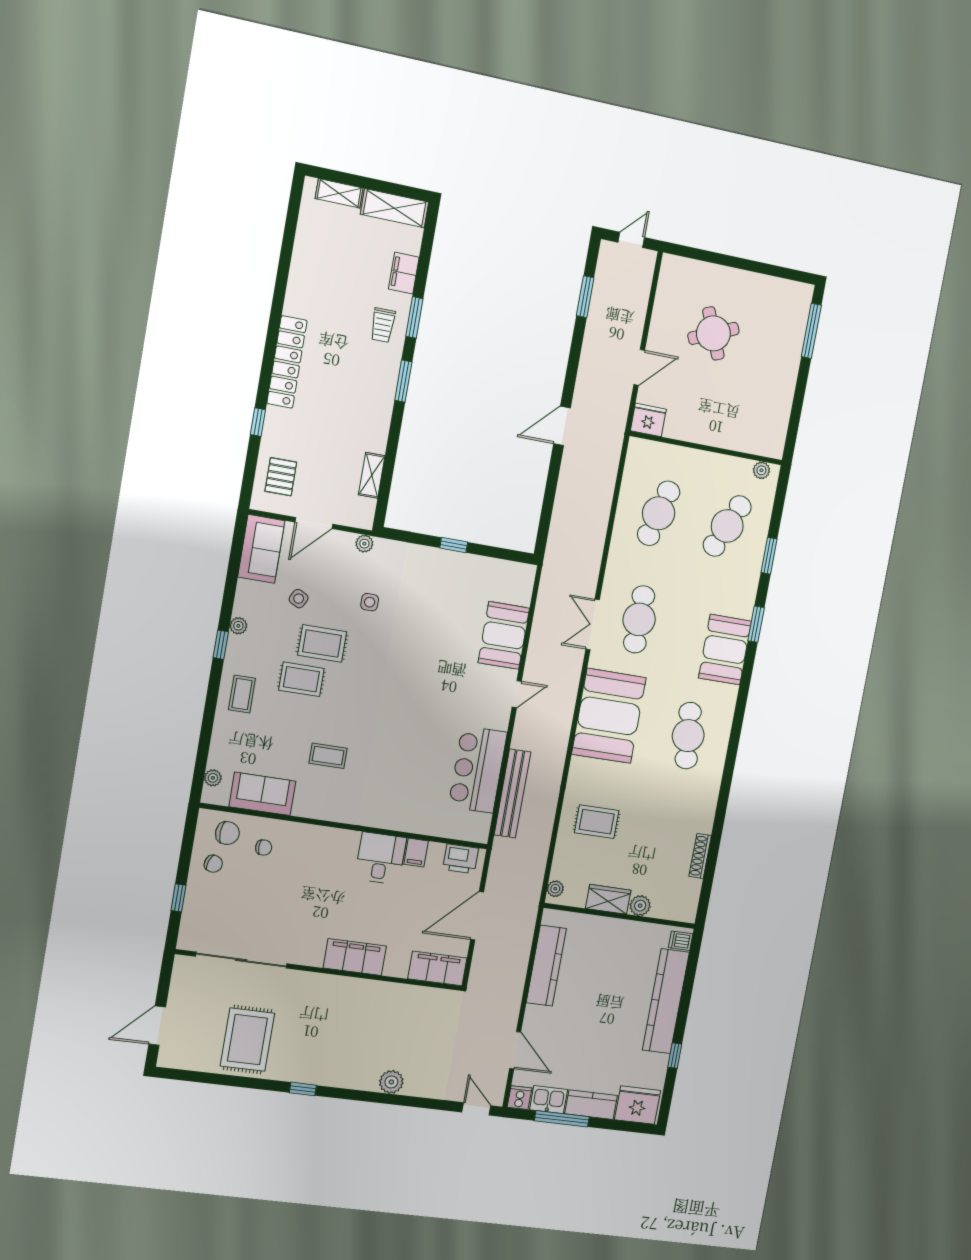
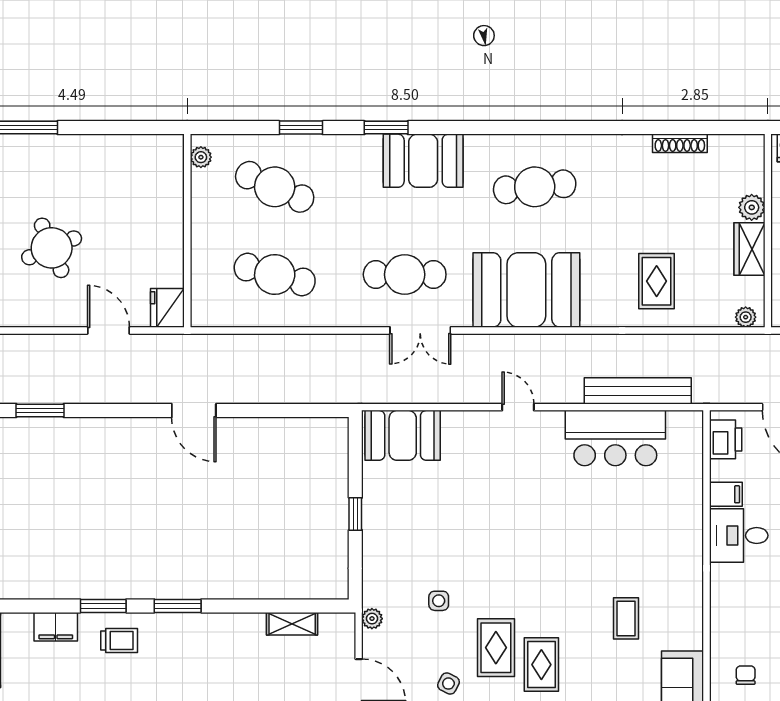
booth: (504, 635) -> (403, 435), moved

